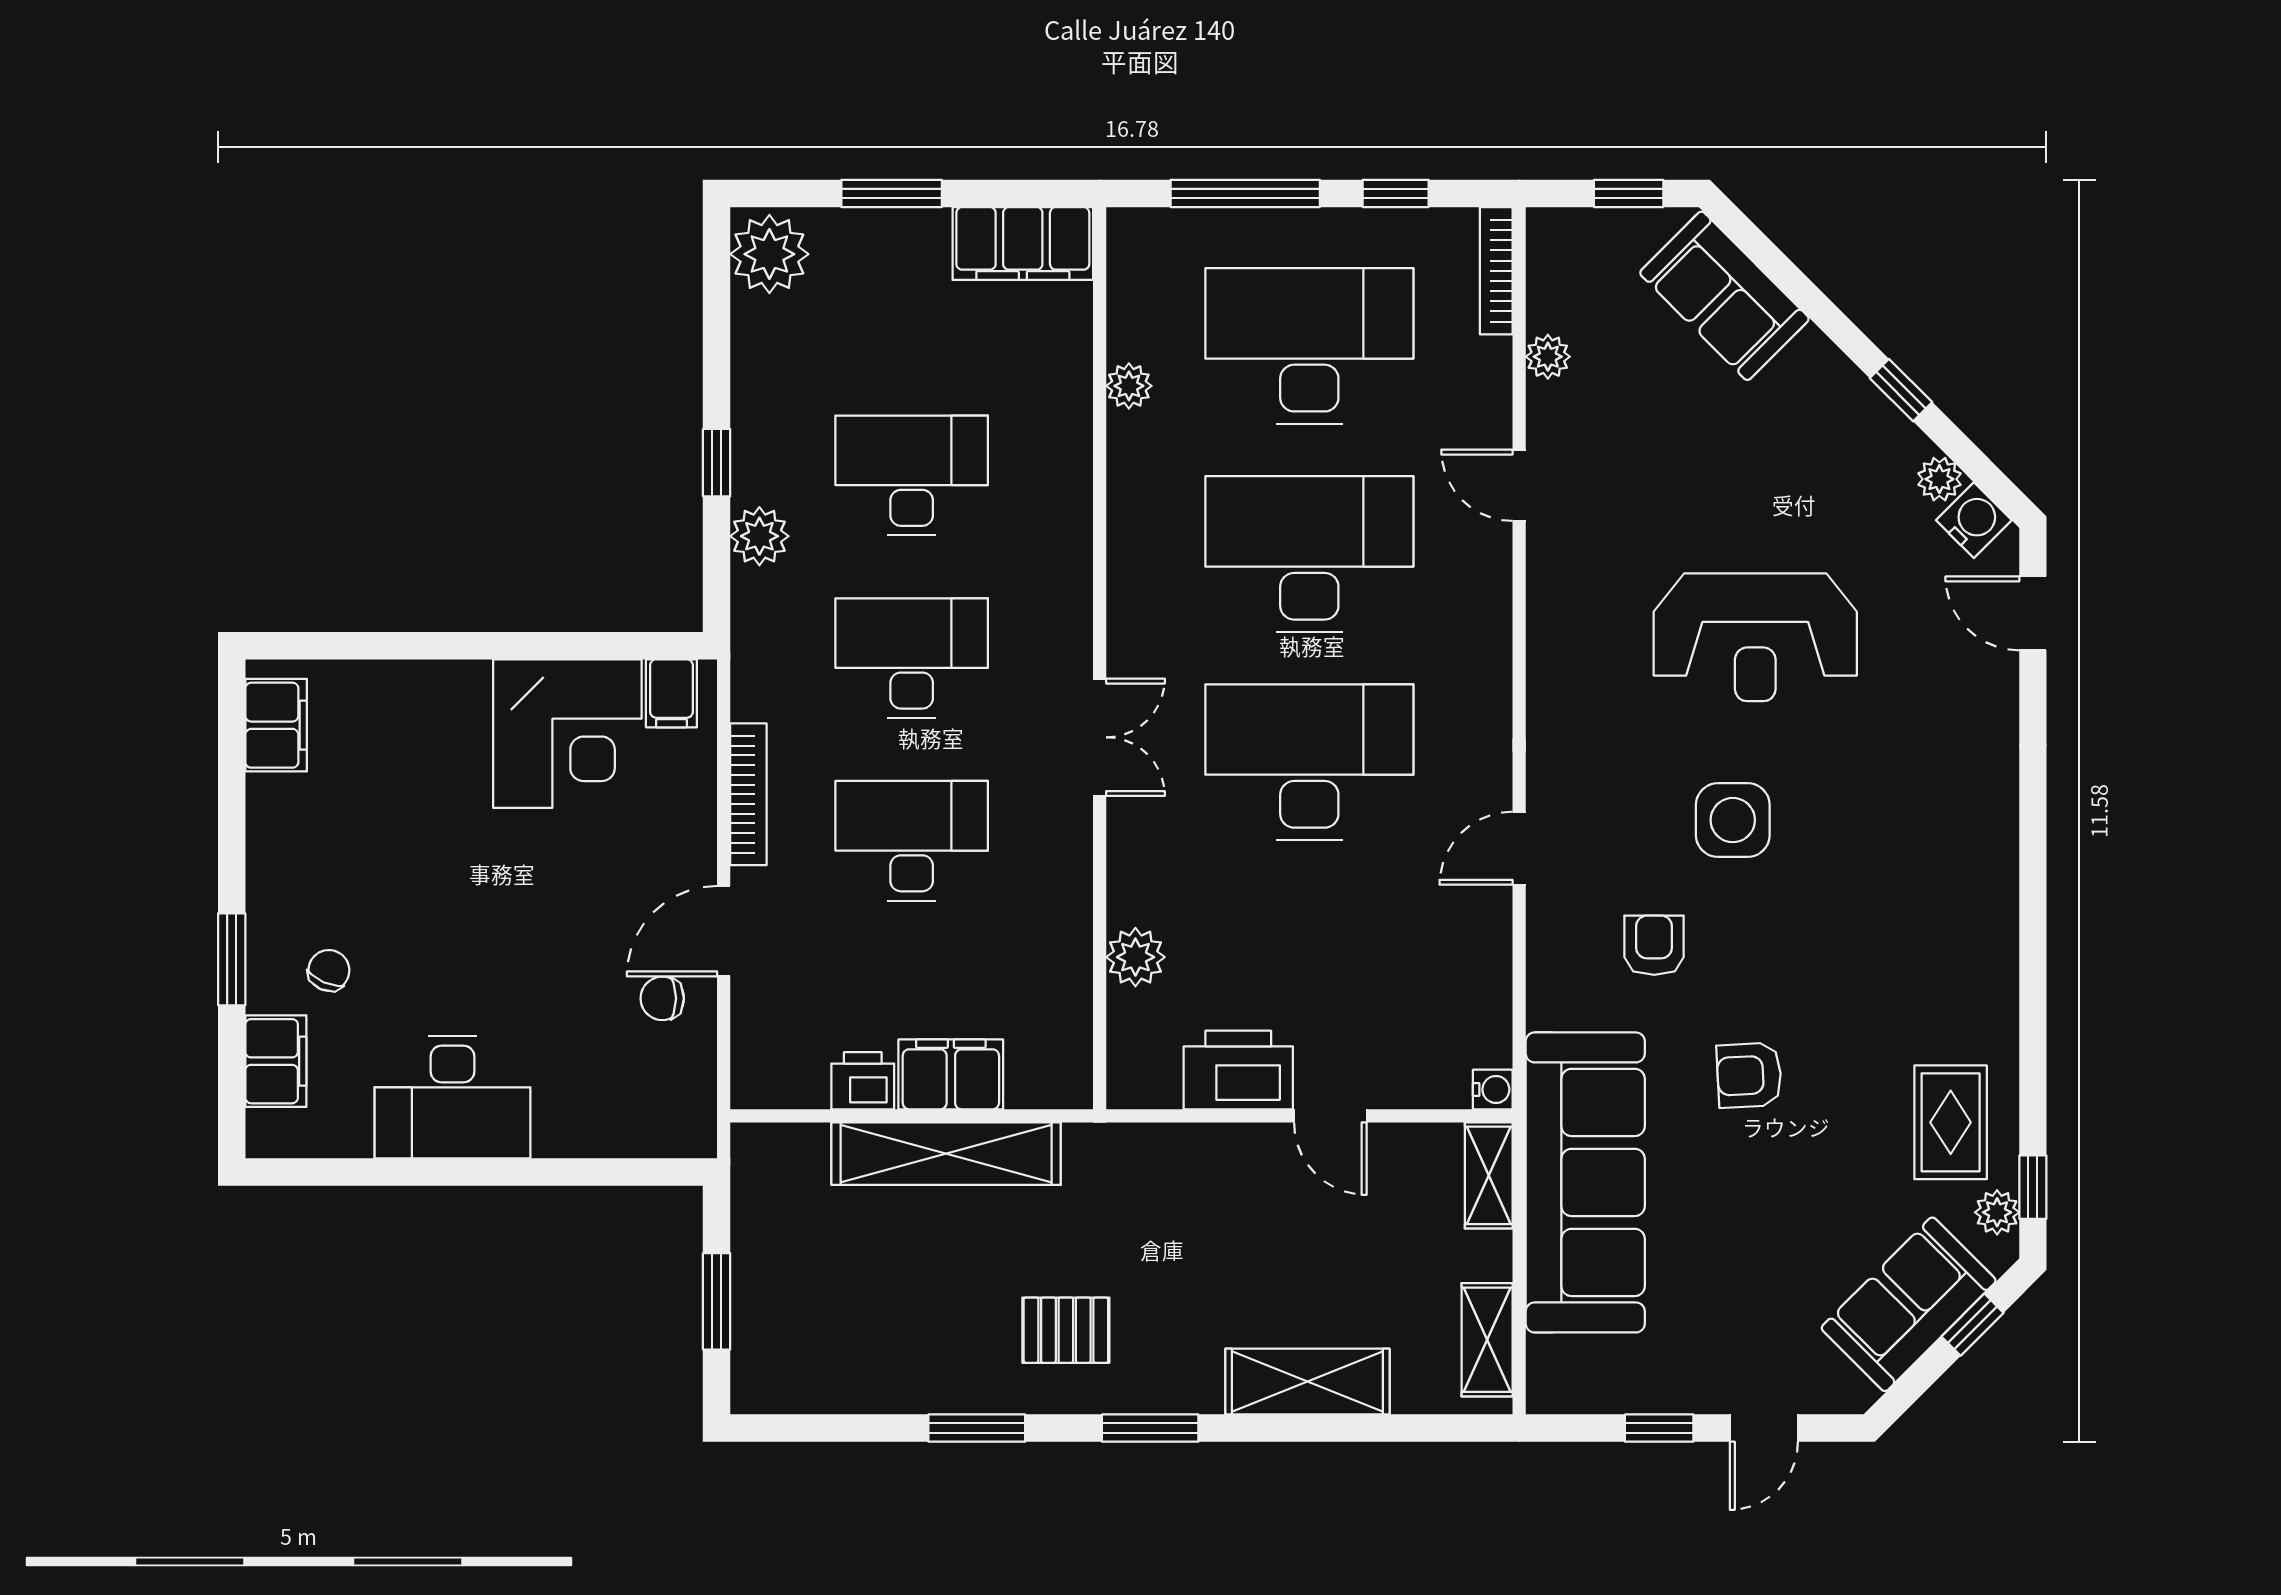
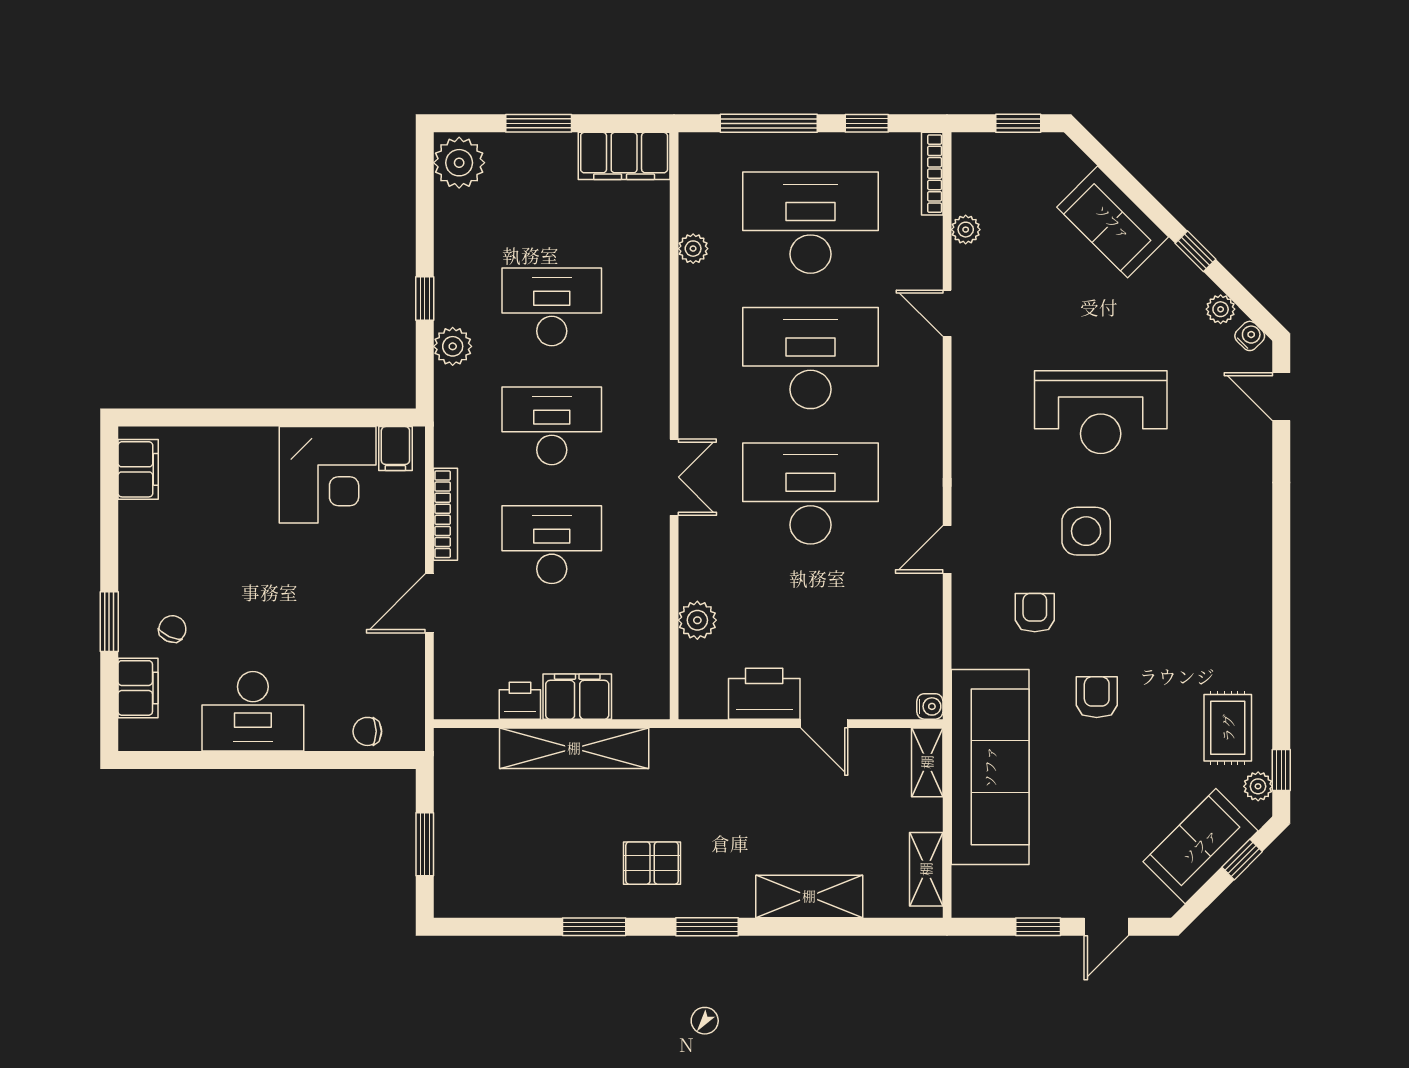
sofa: (1724, 296) -> (1113, 222), moved
water cooler: (1974, 520) -> (1250, 336), width x0.72, depth x0.72
chair: (662, 998) -> (367, 731), moved
armchair: (1749, 1075) -> (1097, 697), turned 93

